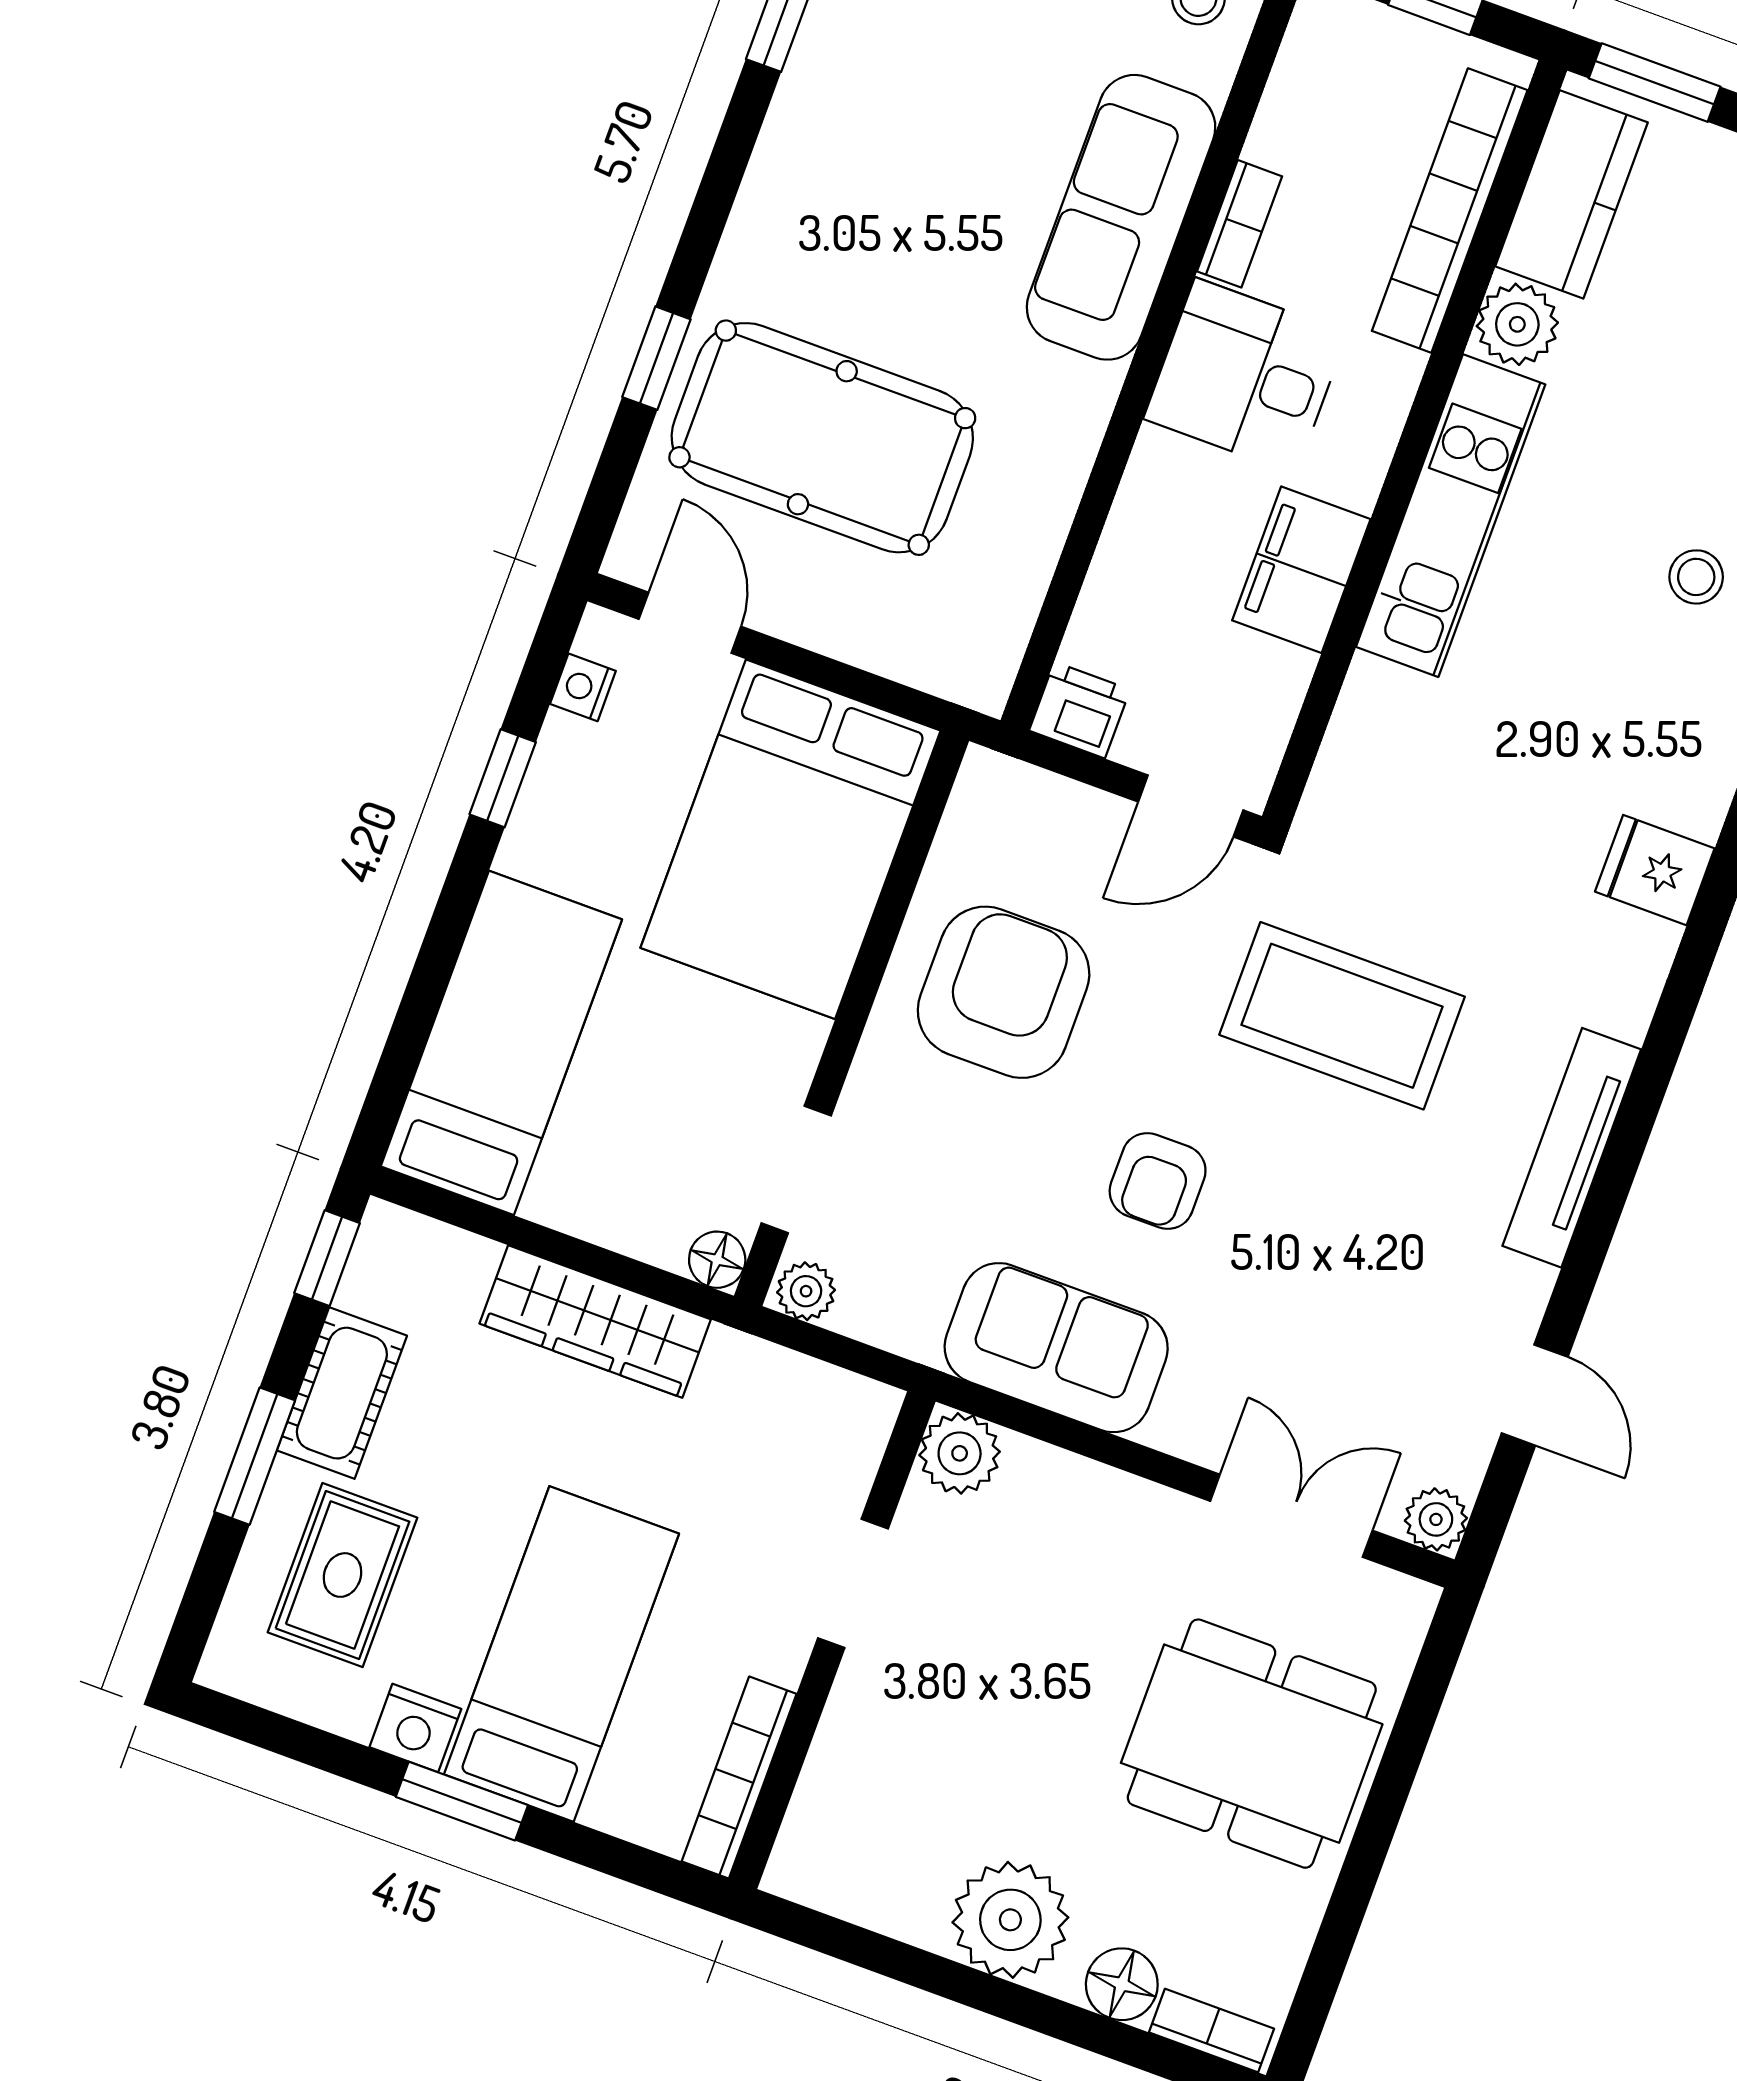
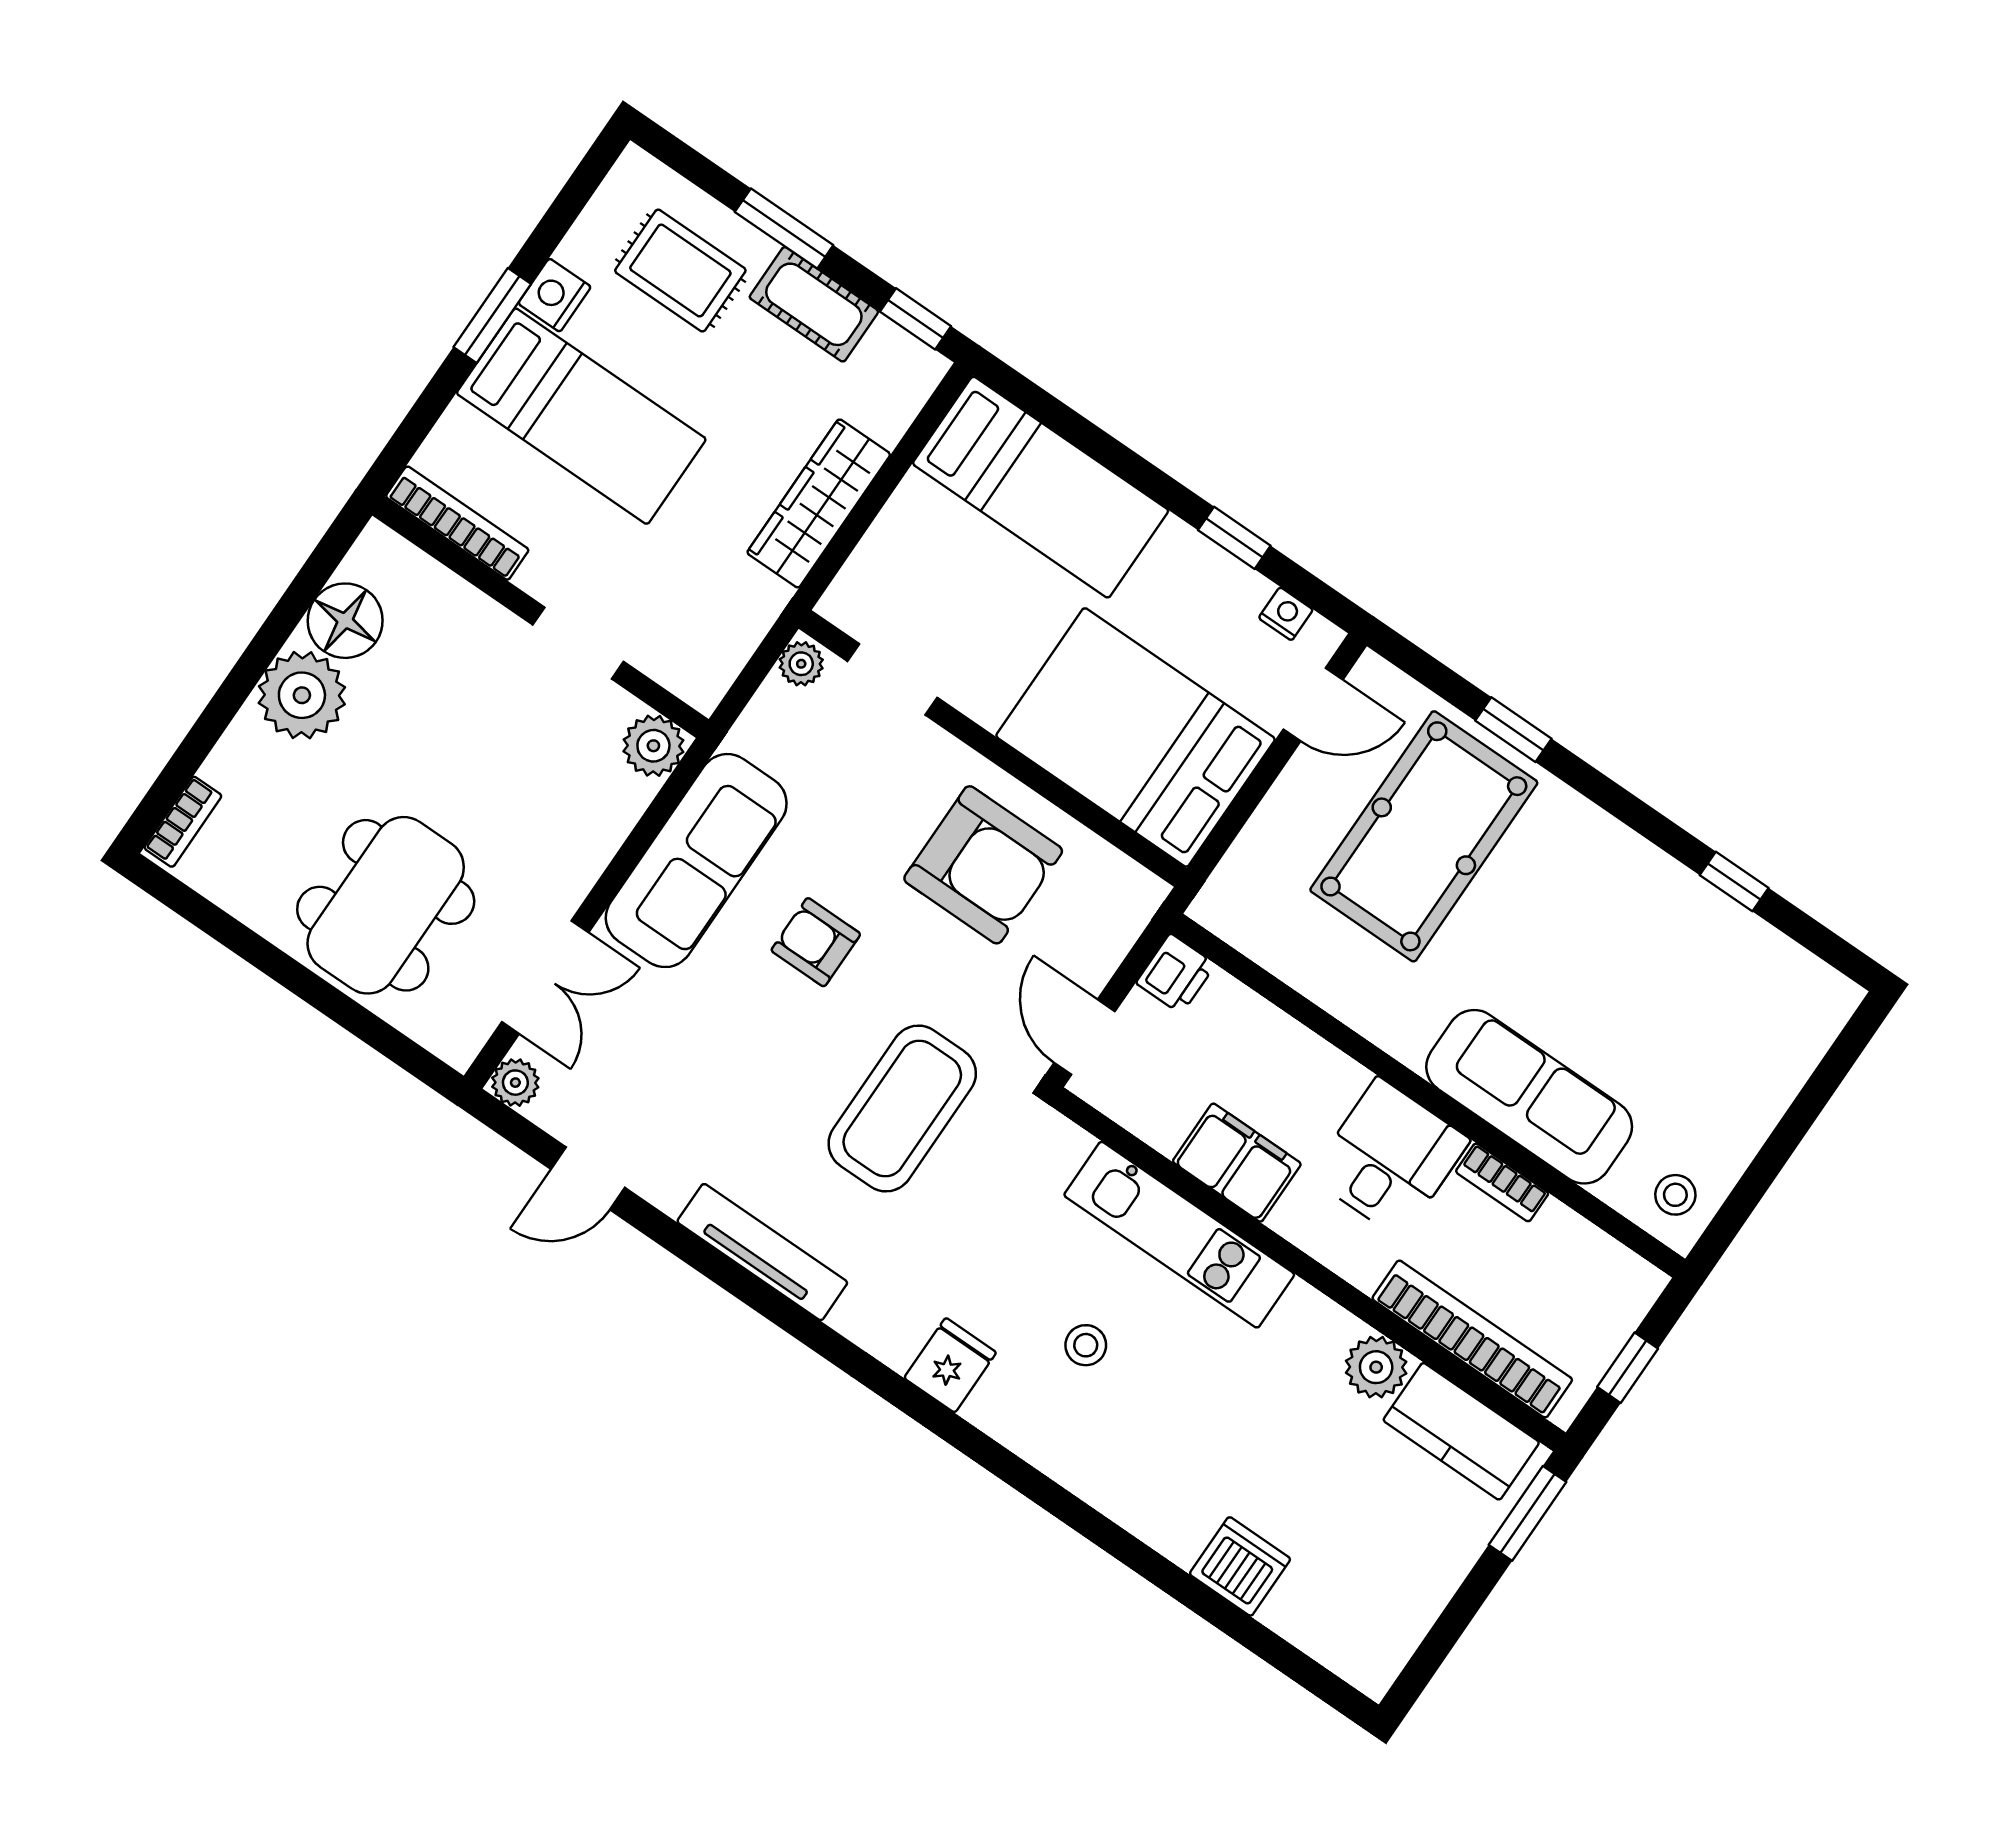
kitchen unit: (1451, 516) -> (1179, 1235), moved
stool: (1696, 577) -> (1086, 1345), moved
floor lamp: (717, 1260) -> (841, 605), removed
sofa: (1056, 1348) -> (696, 861), width x1.36
floor lamp: (1122, 1984) -> (345, 621), moved, width x1.38, depth x1.38

